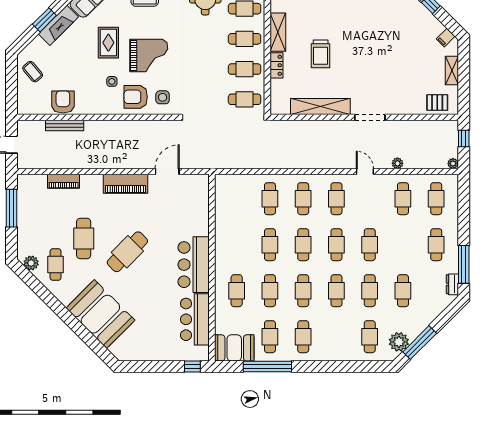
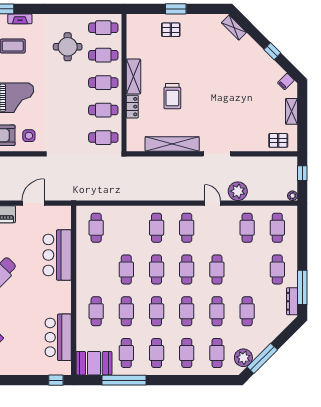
plant: (397, 163) -> (238, 191), width x1.87, depth x1.87
cafe table: (270, 199) -> (96, 228), moved
bar counter: (194, 265) -> (57, 255), moved
dresser: (452, 284) -> (292, 301), width x1.44
cafe table: (336, 337) -> (187, 353), added

